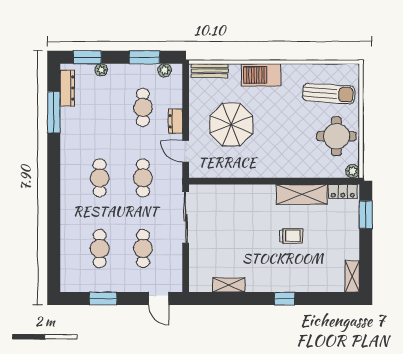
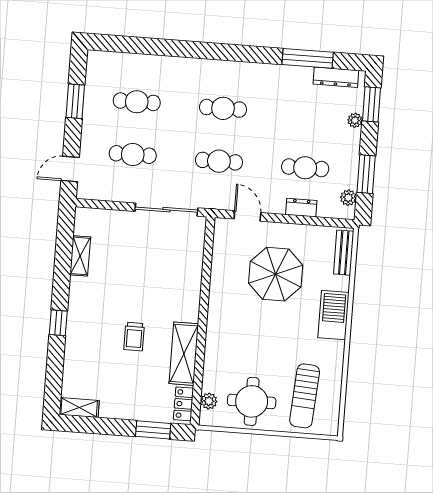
dresser: (176, 121) -> (301, 208), moved
door: (186, 151) -> (247, 216), hinge flipped
plant: (353, 171) -> (209, 401), moved

